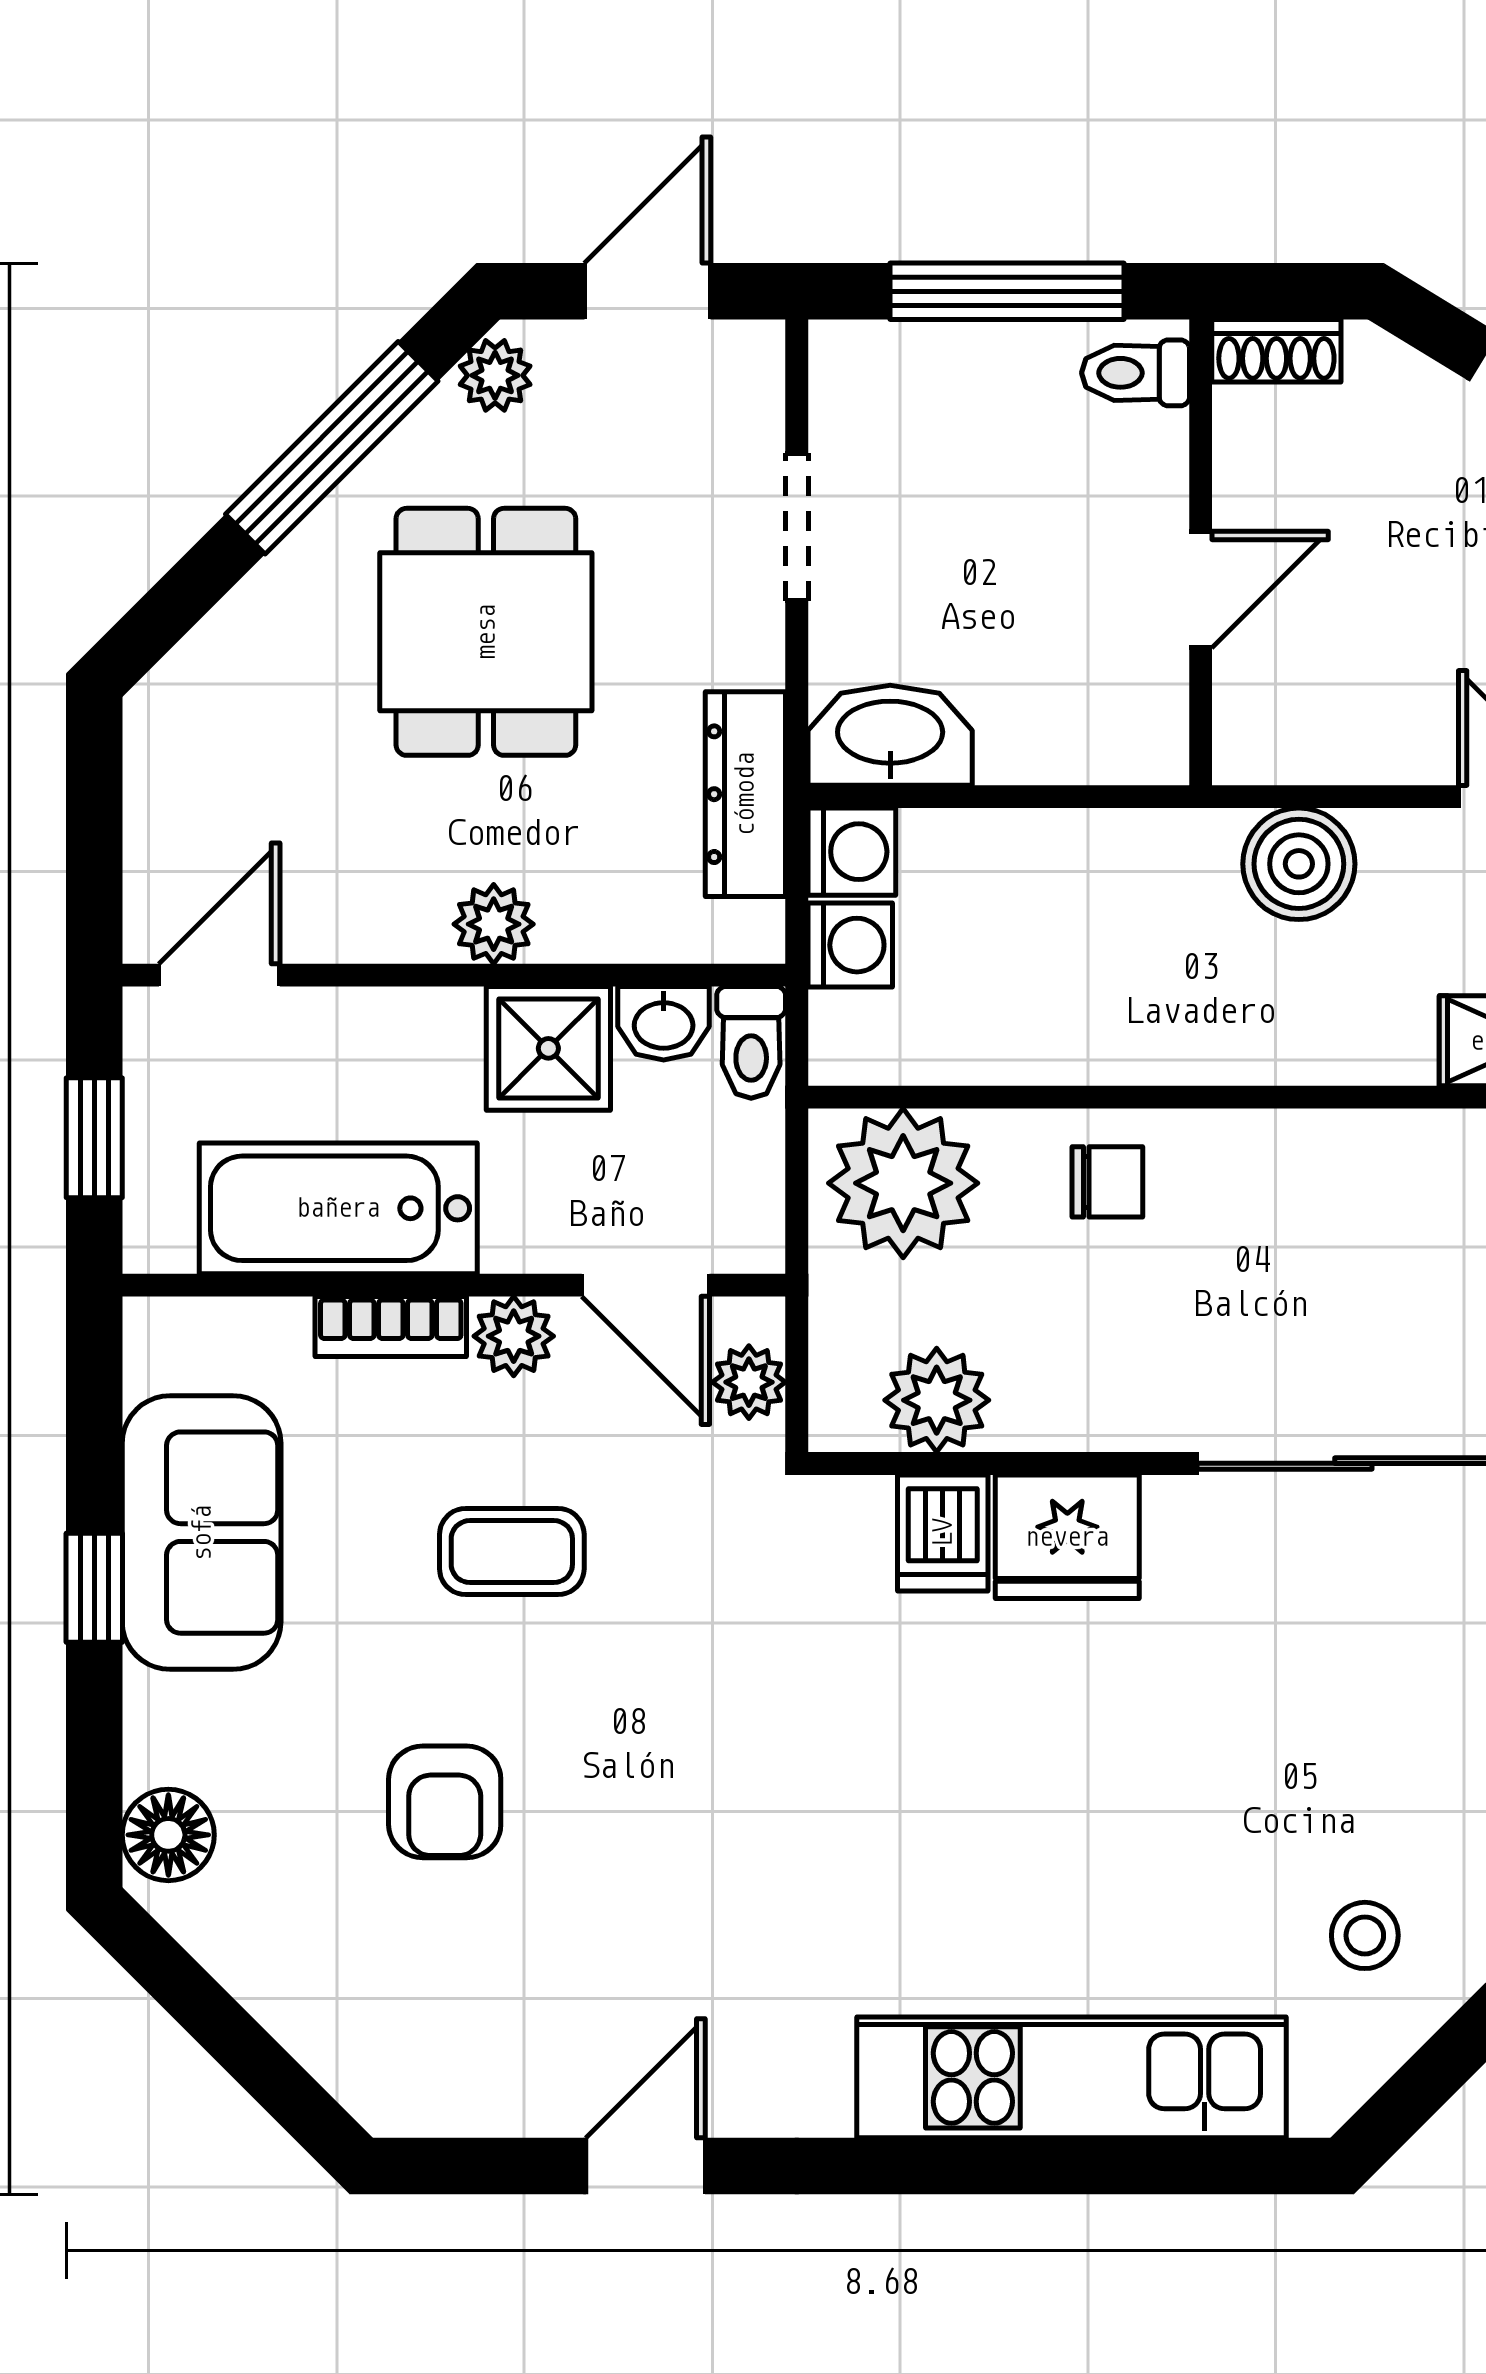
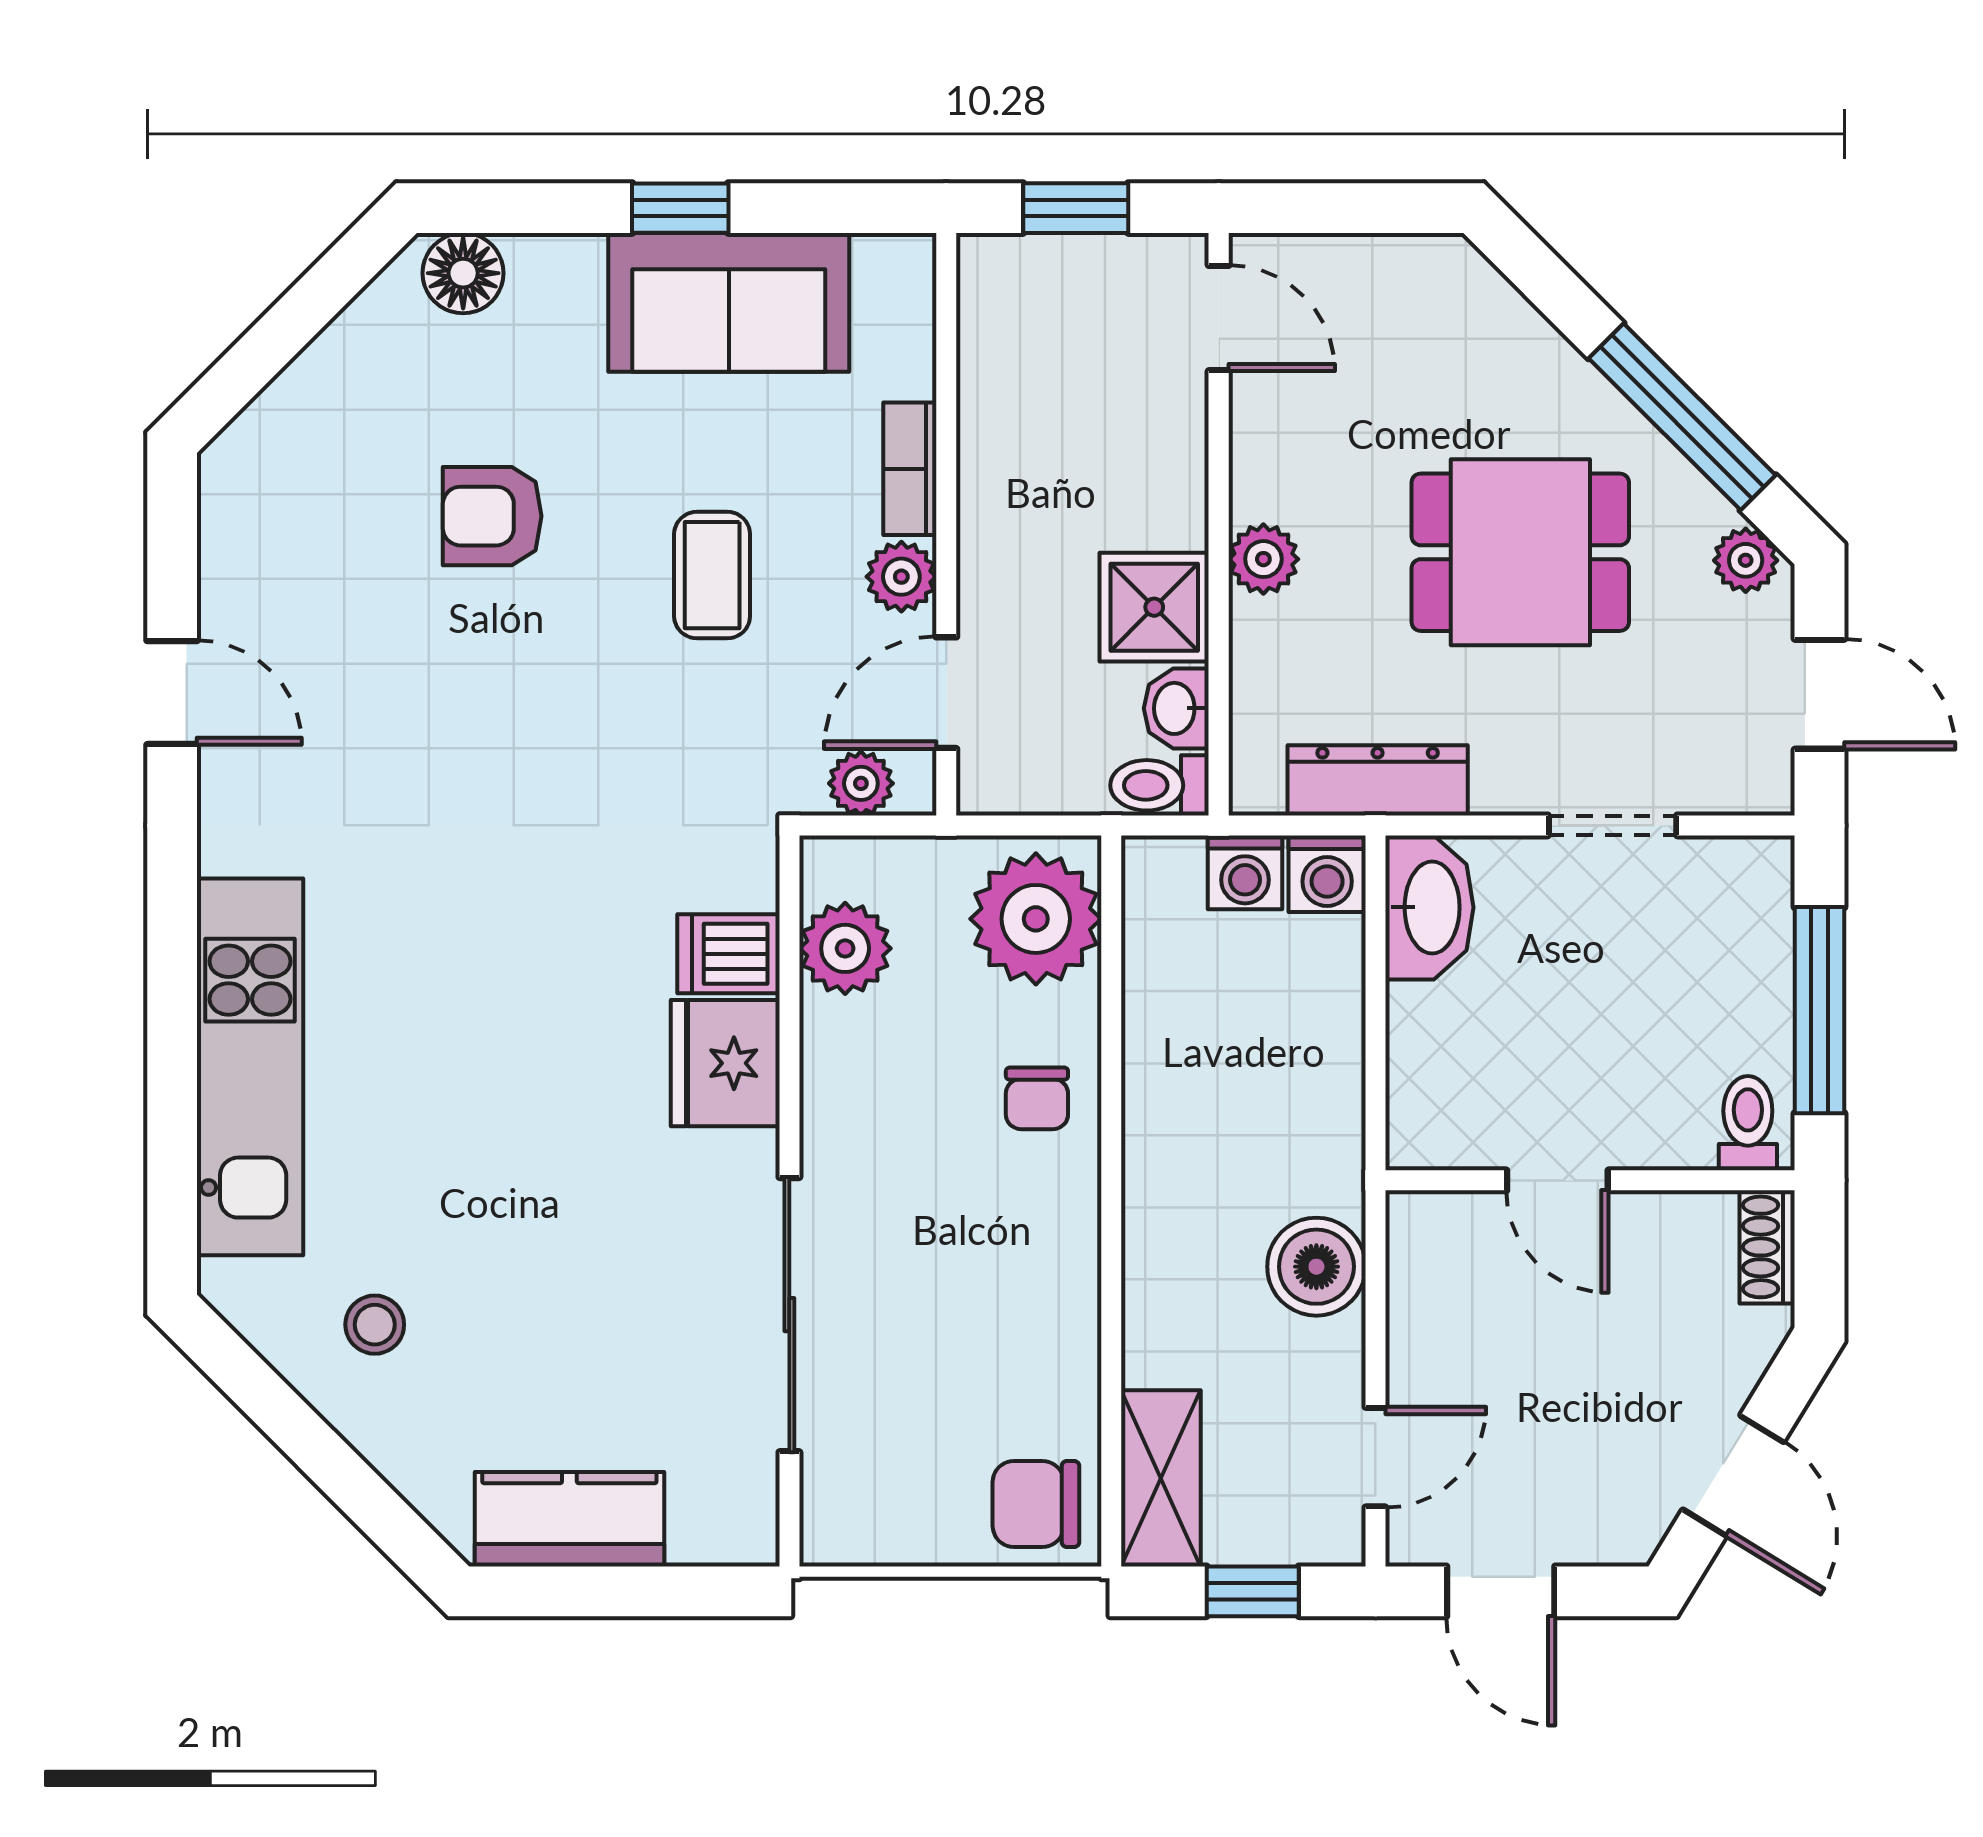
bathtub: (338, 1208) -> (1014, 423), removed

